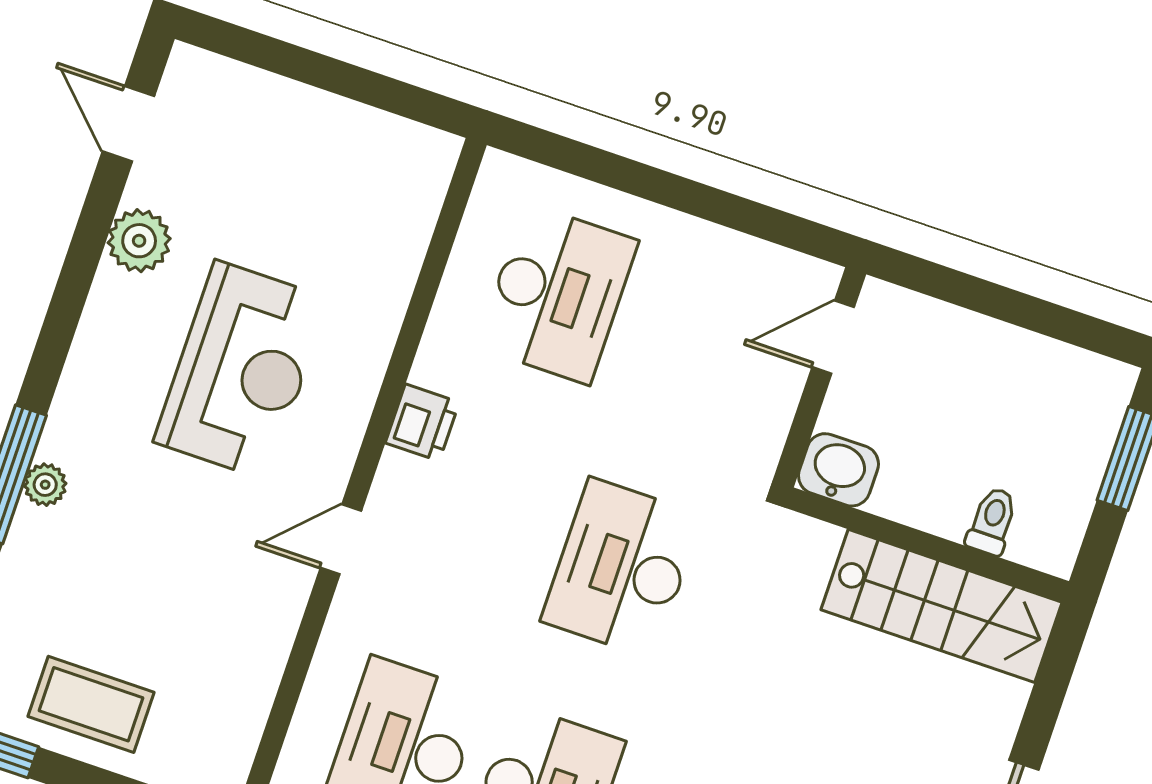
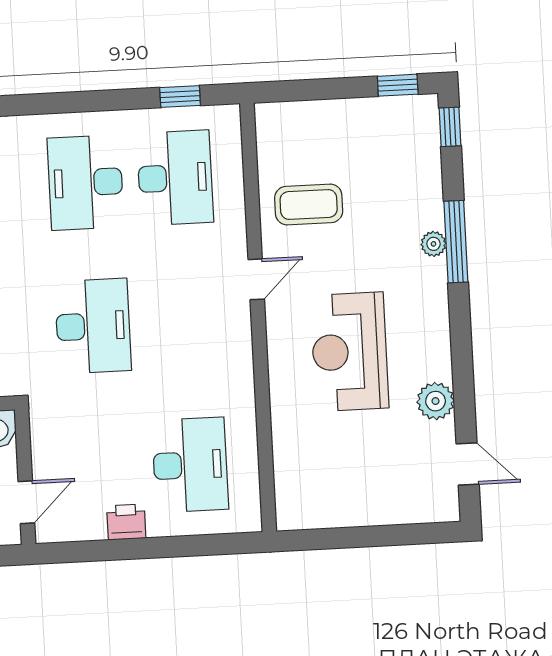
desk: (557, 294) -> (190, 465), turned 180
printer: (422, 423) -> (126, 522), moved, turned 90
coffee table: (91, 704) -> (309, 204), moved

